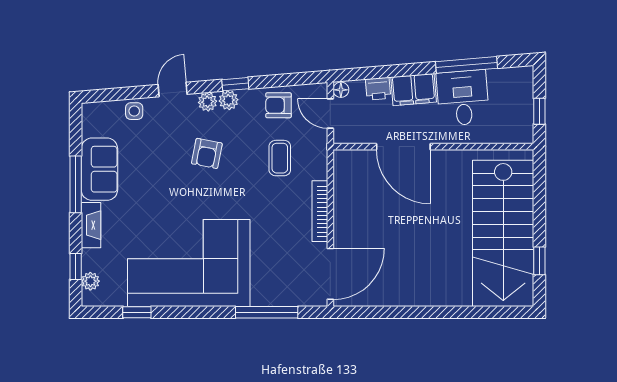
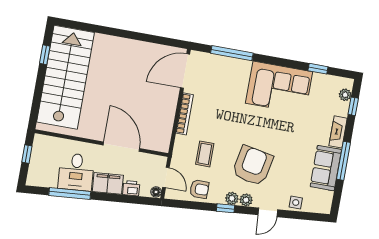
armchair: (207, 153) -> (253, 166), width x1.88, depth x1.88
corner sofa: (189, 263) -> (279, 88), width x0.73, depth x0.74

